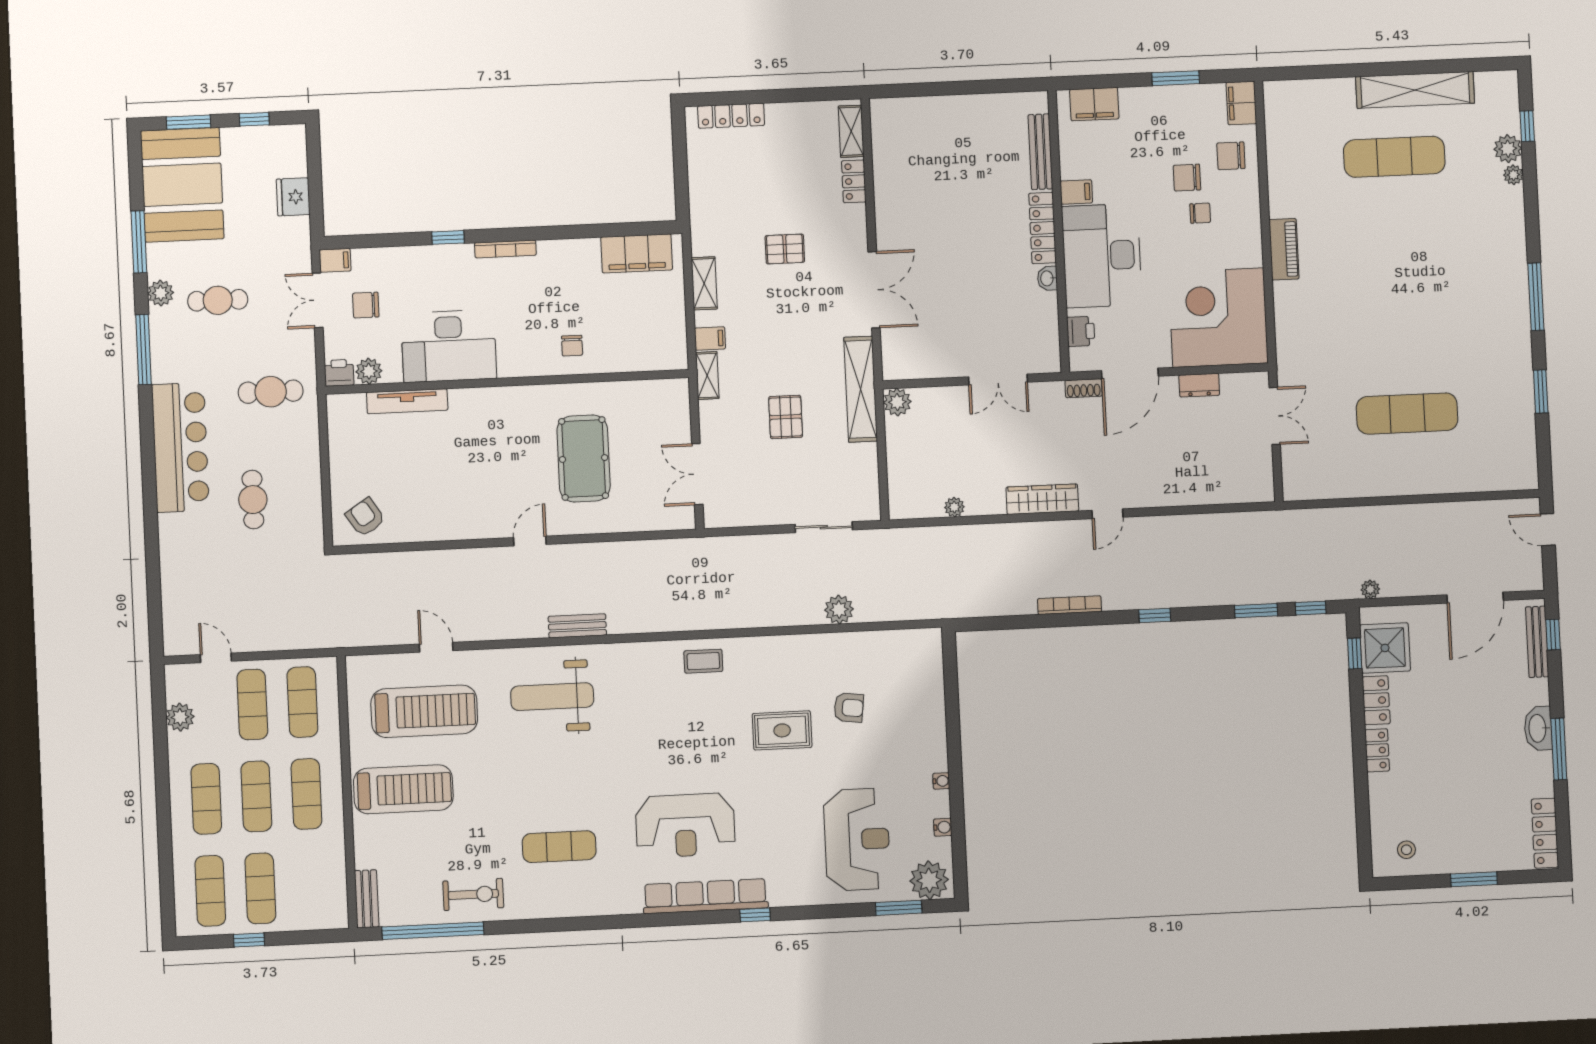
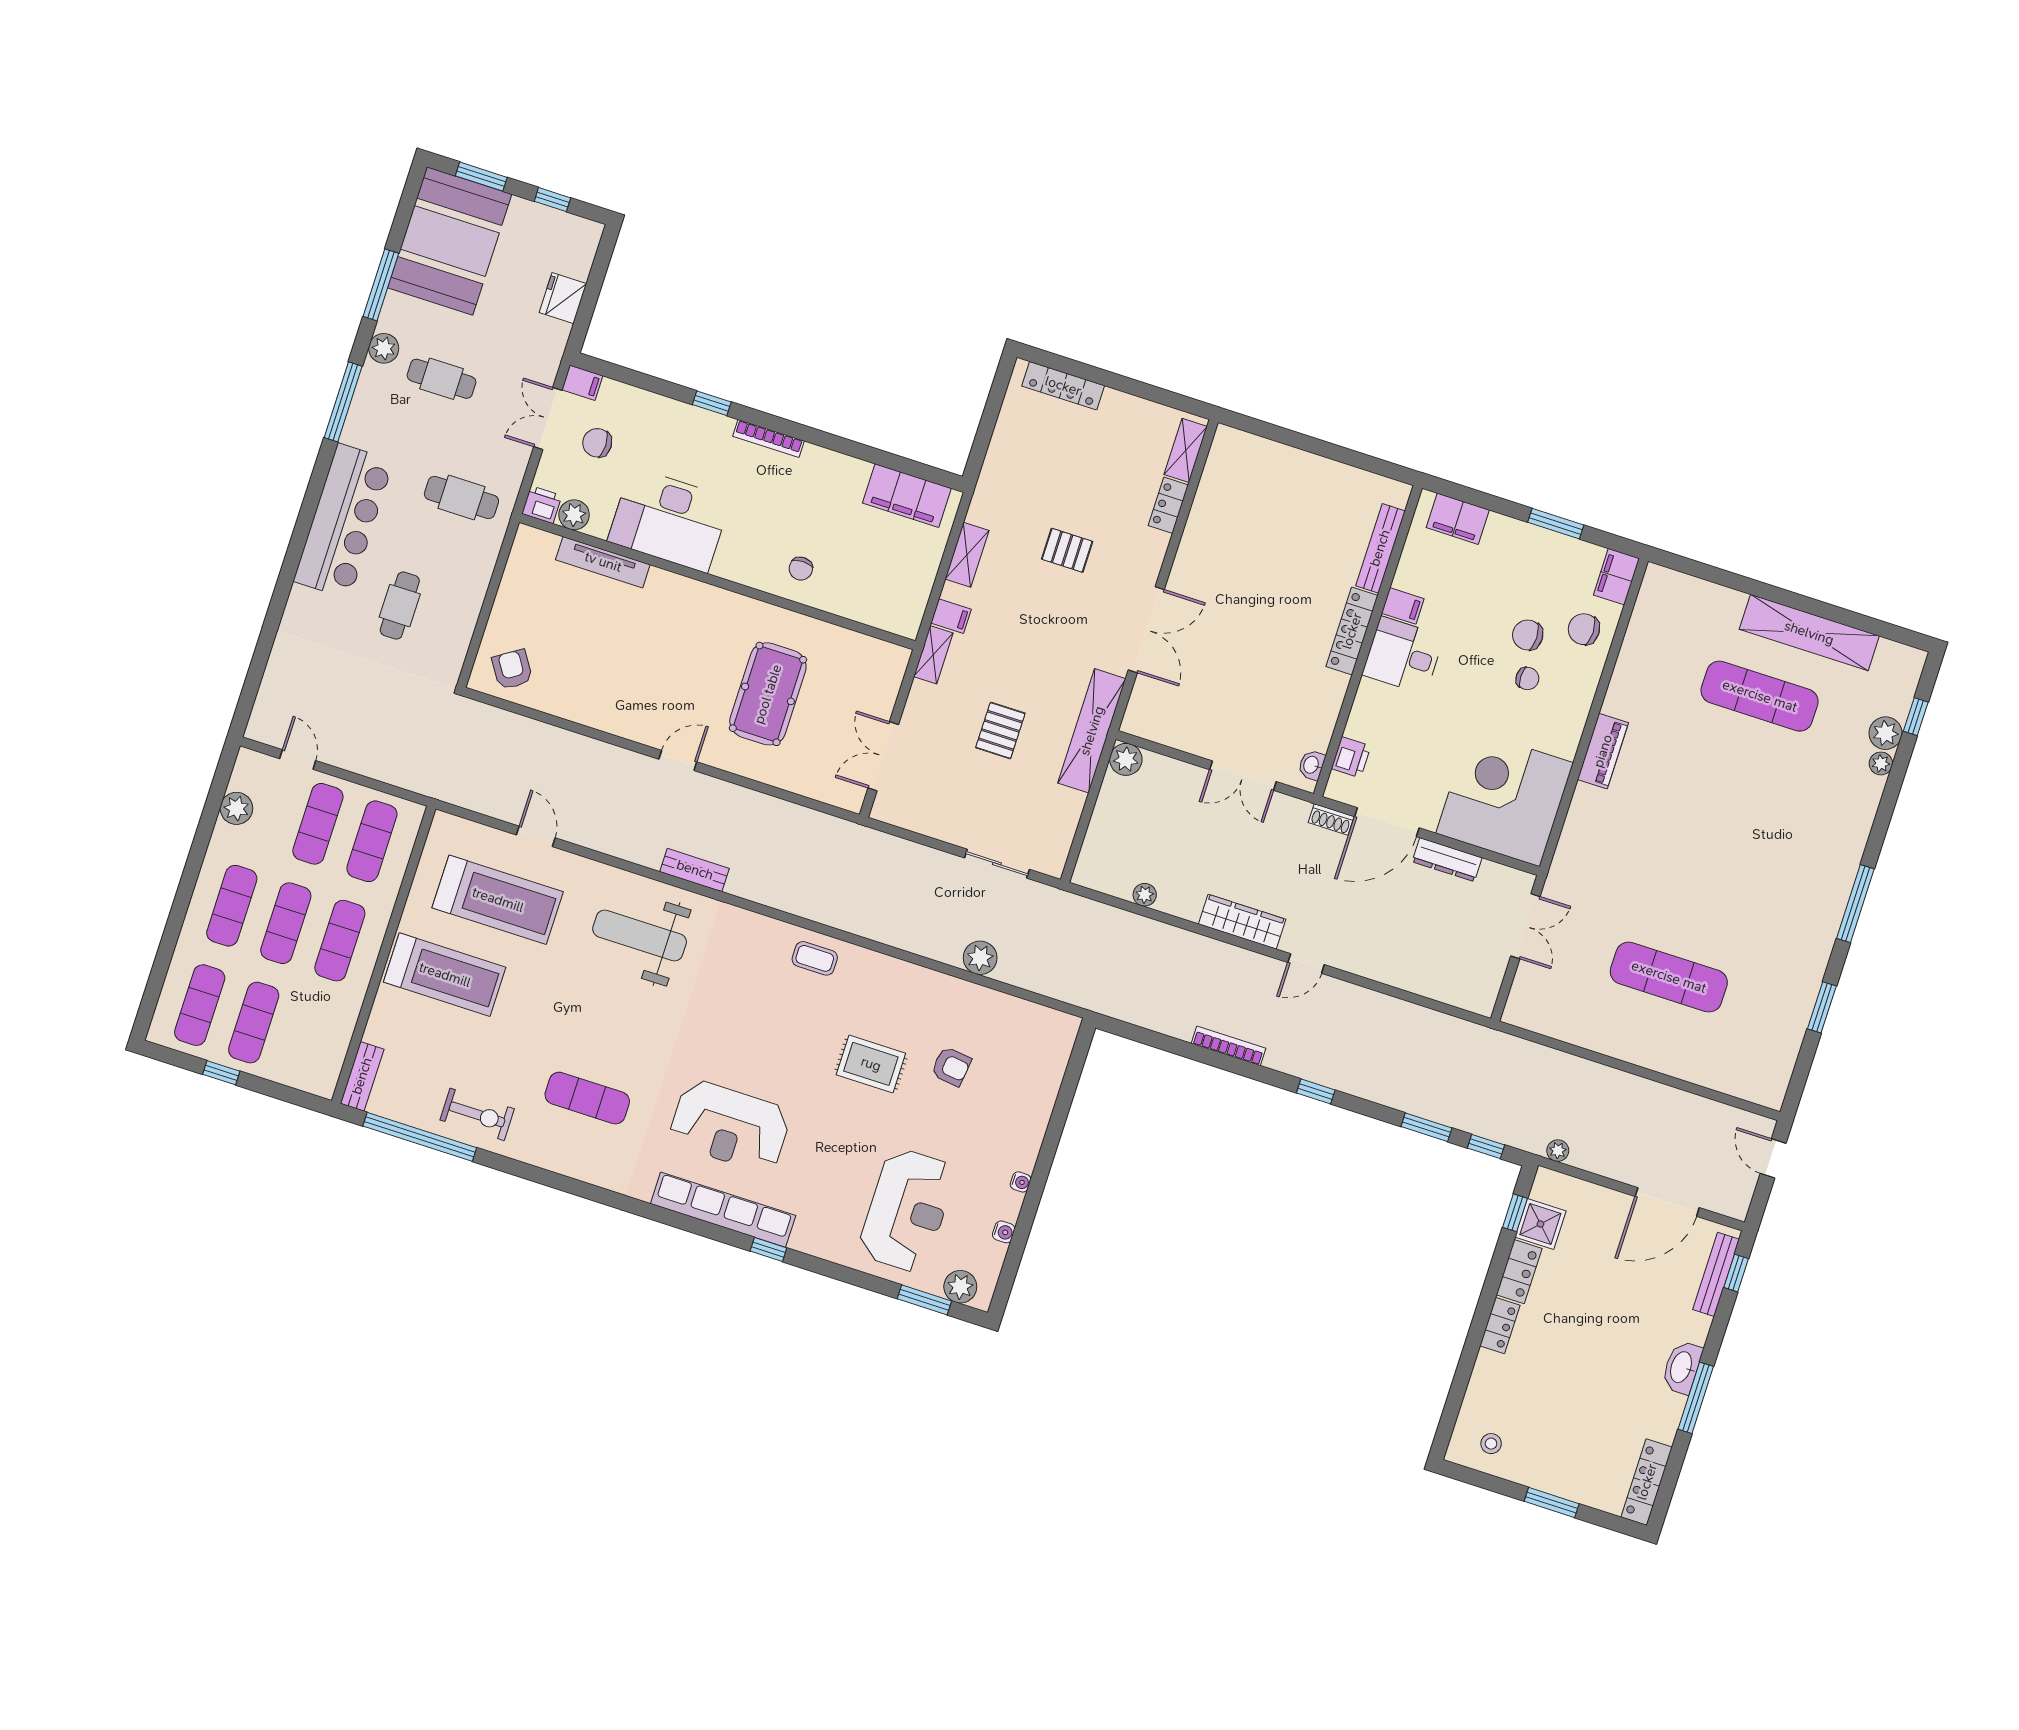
desk: (1102, 256) -> (1403, 656), width x0.53, depth x0.77
washbasin: (1047, 278) -> (1312, 765), moved
dresser: (1199, 385) -> (1447, 860), width x1.44
shower: (1385, 648) -> (1540, 1224), width x0.73, depth x0.73
plant: (929, 880) -> (960, 1287), width x0.73, depth x0.73

